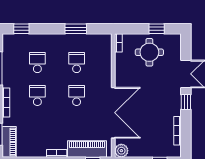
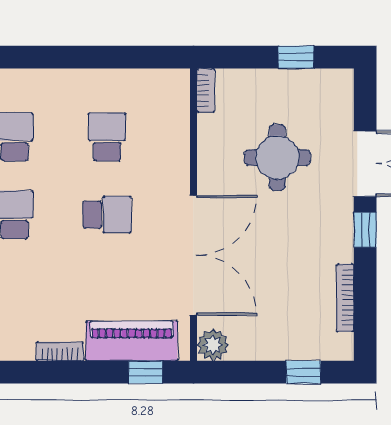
window: (76, 29) -> (105, 57), removed
round table: (149, 52) -> (277, 157), moved
school desk: (77, 95) -> (107, 215), turned 90

